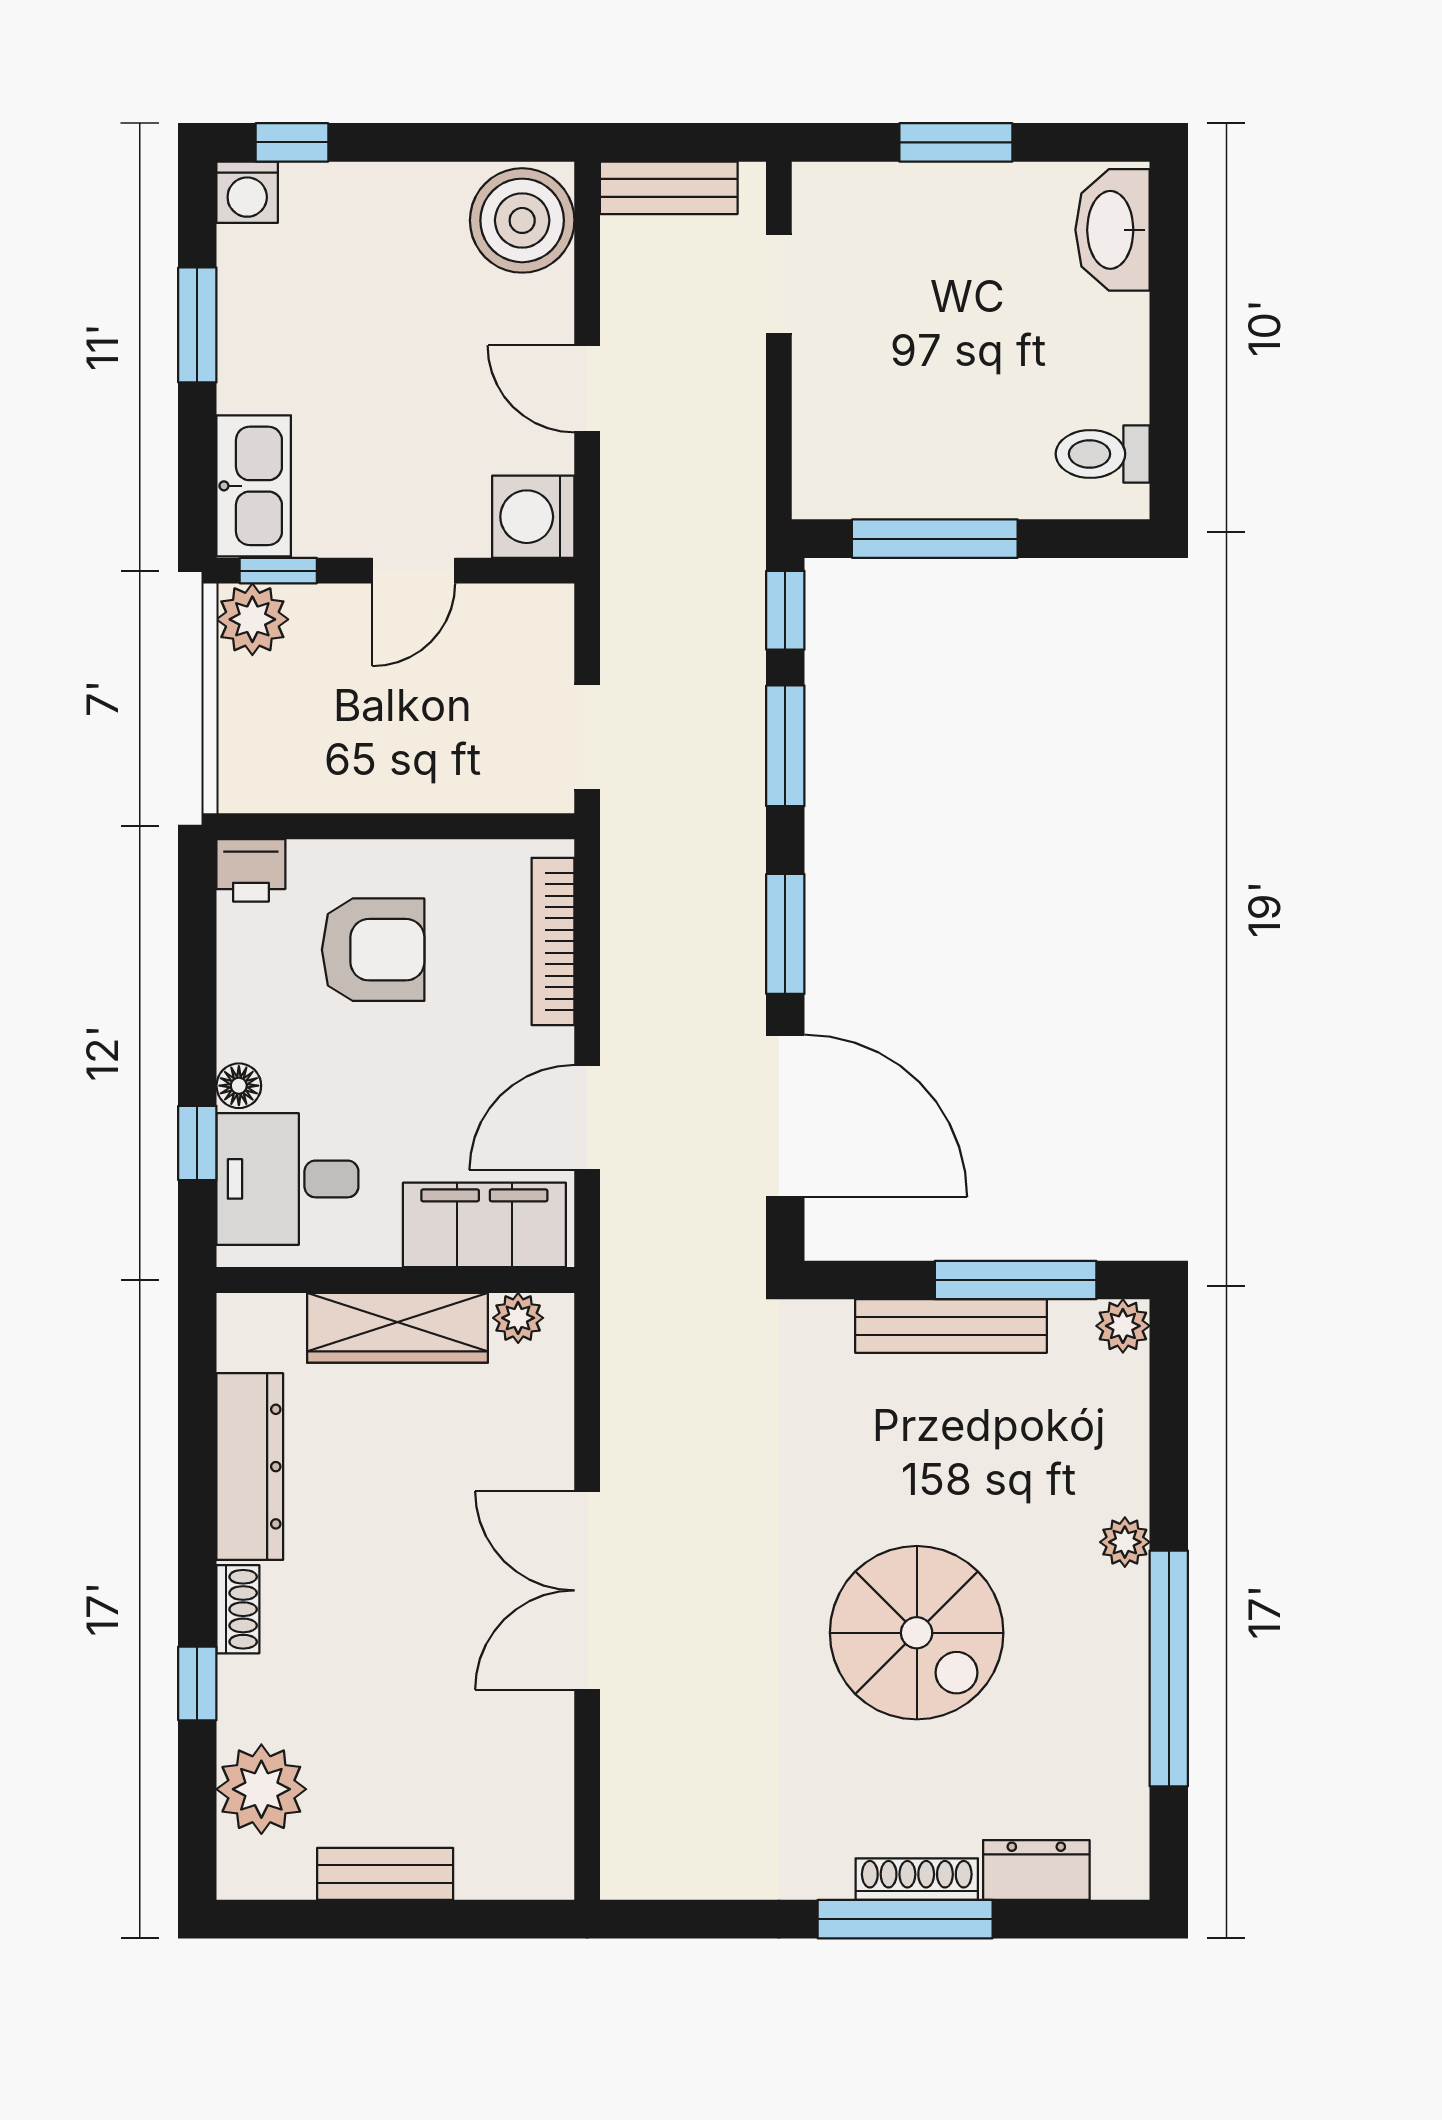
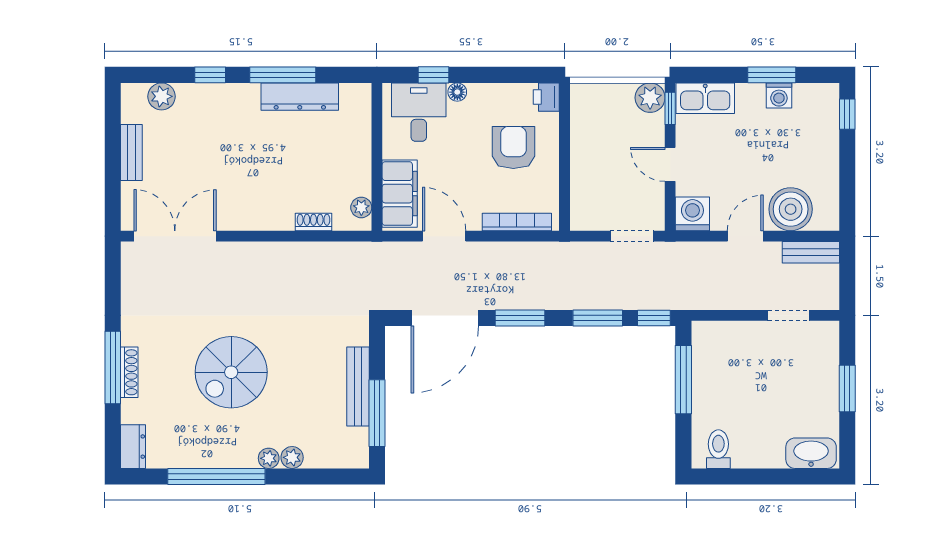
bench: (669, 188) -> (811, 252), moved, turned 90
washing machine: (247, 192) -> (779, 96), moved, turned -90
boiler: (522, 220) -> (791, 209), moved
doorway: (587, 737) -> (632, 236), moved
armchair: (373, 950) -> (513, 148), turned 180
plant: (1123, 1326) -> (292, 457), moved
wardrobe: (397, 1328) -> (357, 158), removed
window: (197, 1508) -> (283, 75), added
double door: (587, 1590) -> (175, 236), moved
shoe rack: (238, 1609) -> (313, 222), moved, turned 180
plant: (261, 1789) -> (162, 96), width x0.73, depth x0.73
dresser: (1036, 1870) -> (133, 447), moved

